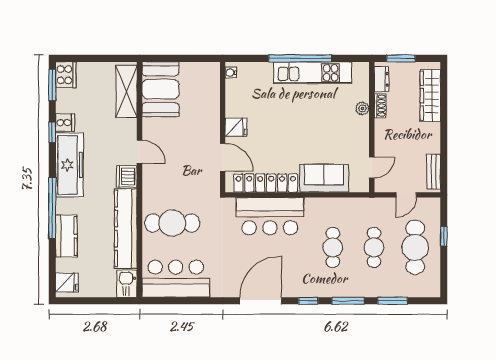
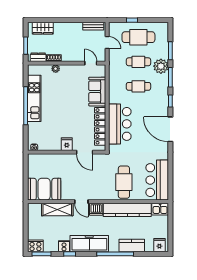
shelving: (126, 92) -> (57, 209), moved
wardrobe: (430, 96) -> (43, 28), width x0.67
door: (140, 152) -> (81, 202), swing flipped
door: (223, 157) -> (85, 152), swing flipped
plant: (366, 285) -> (161, 66), added

